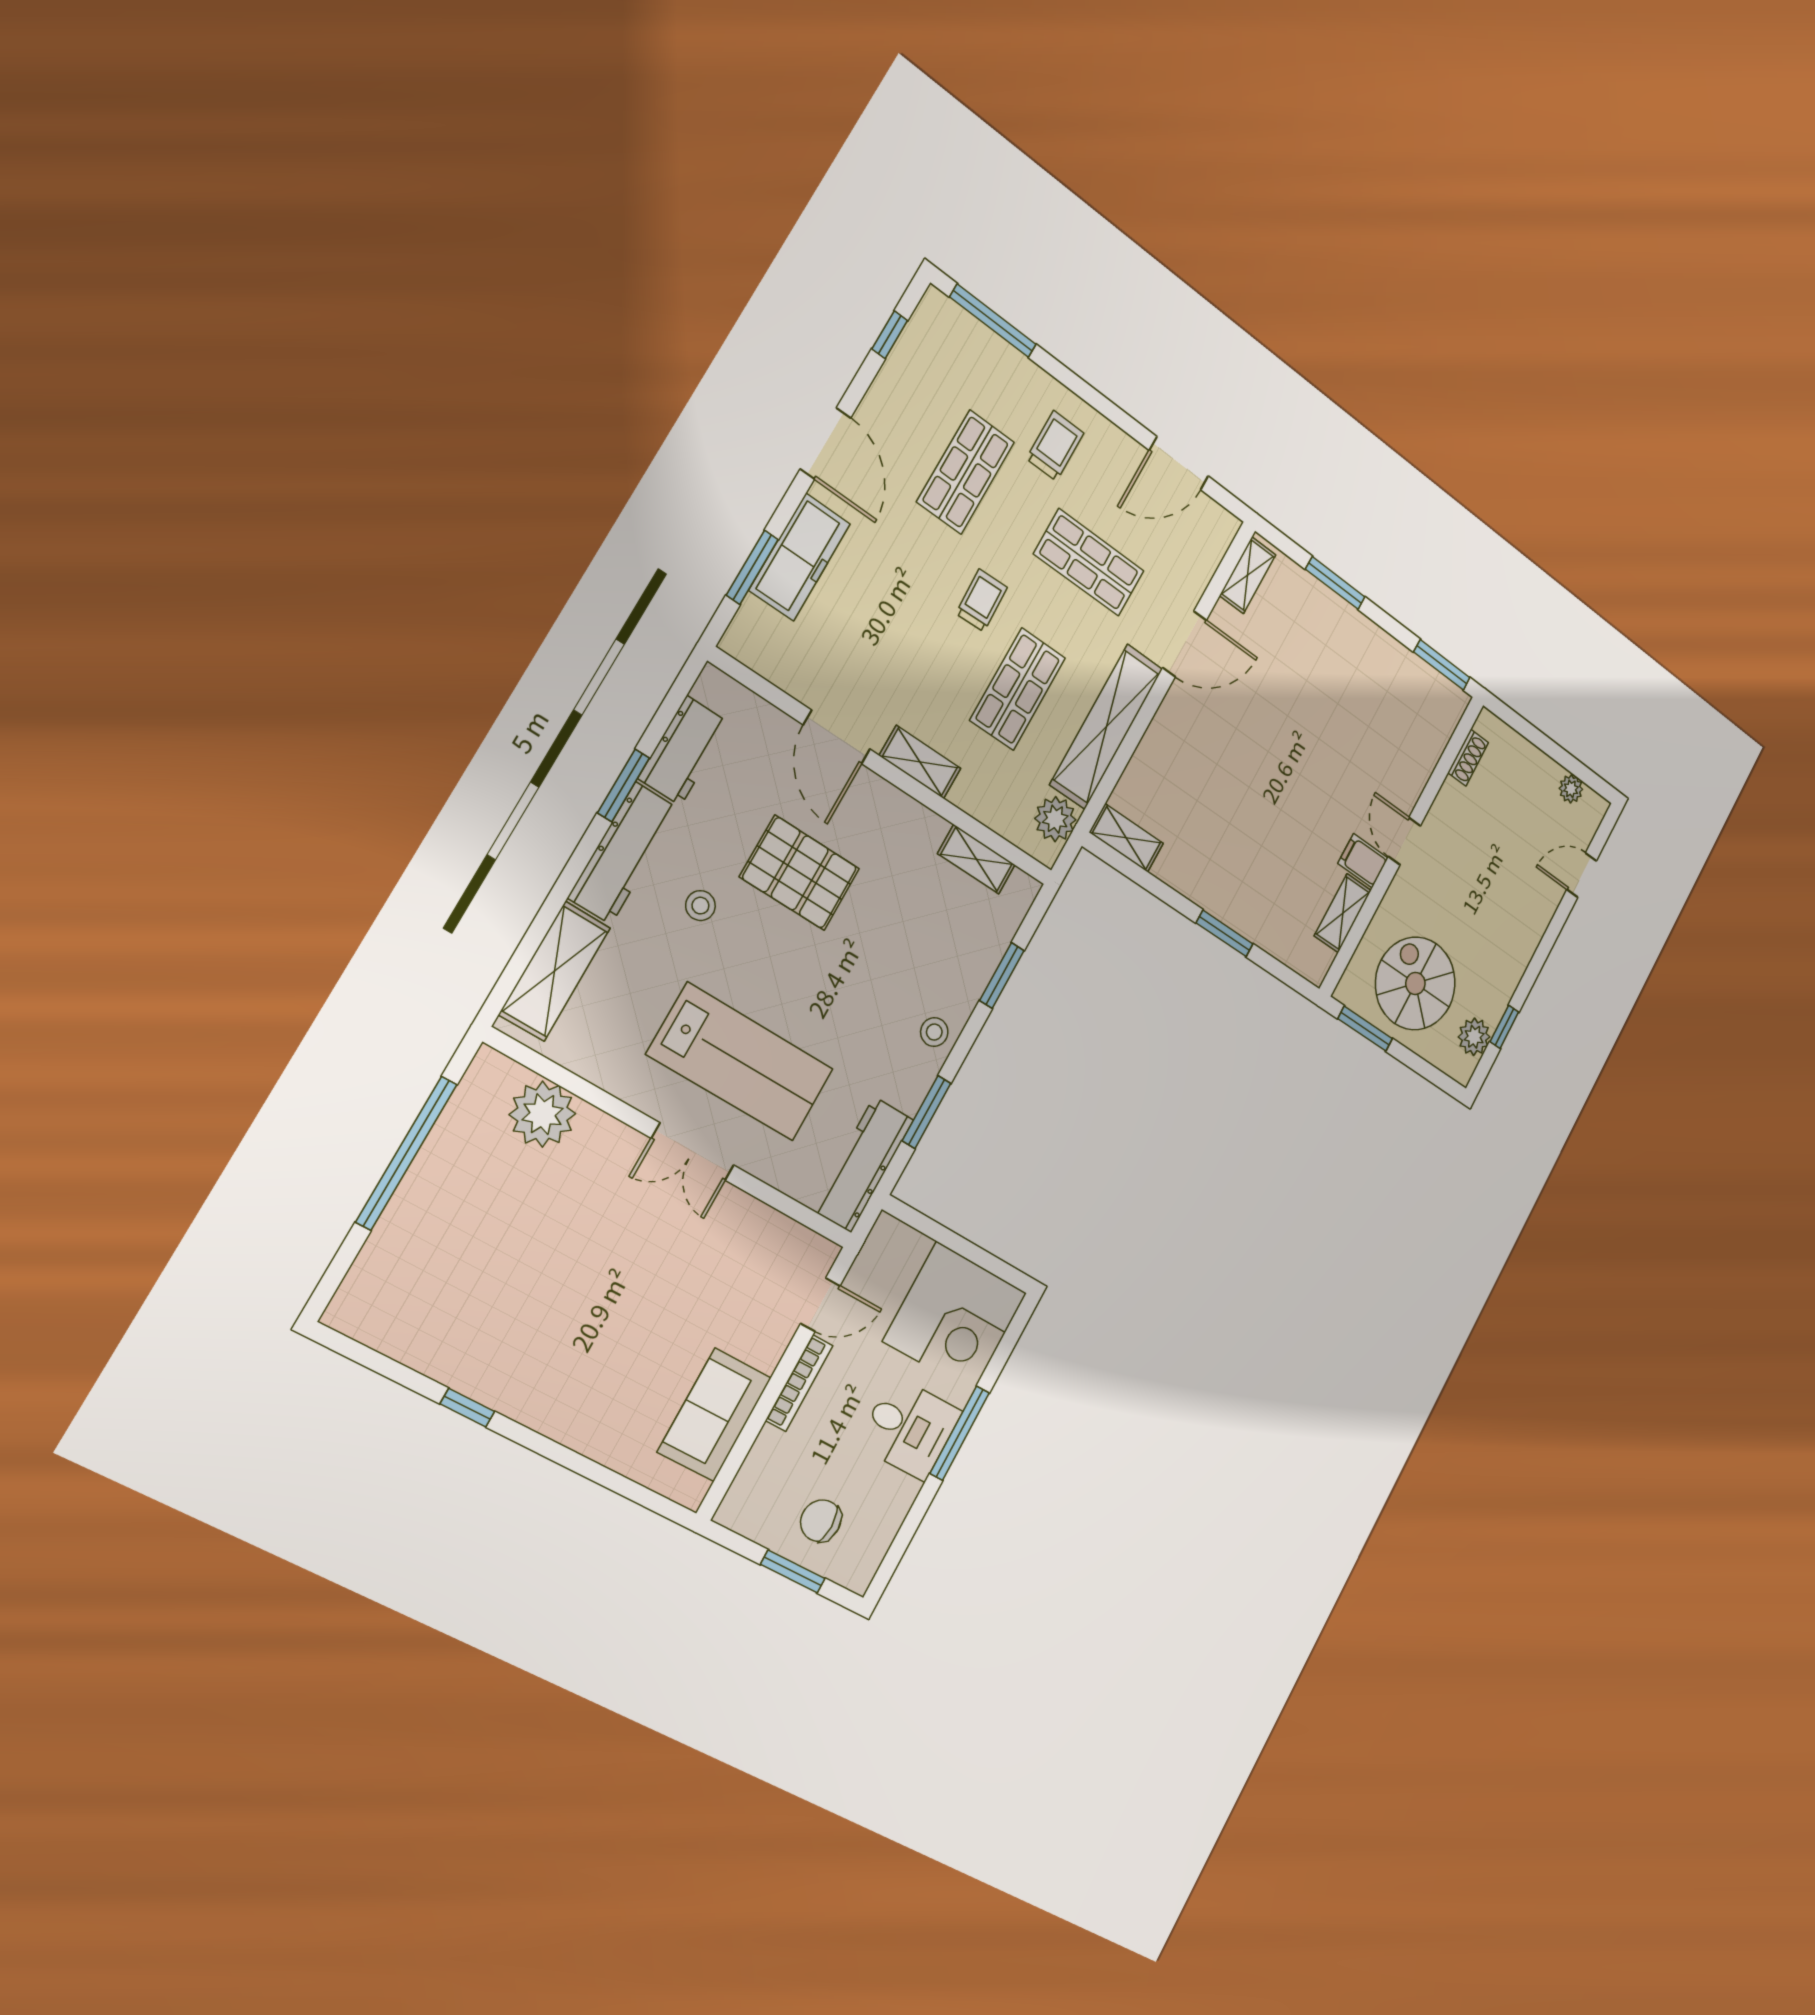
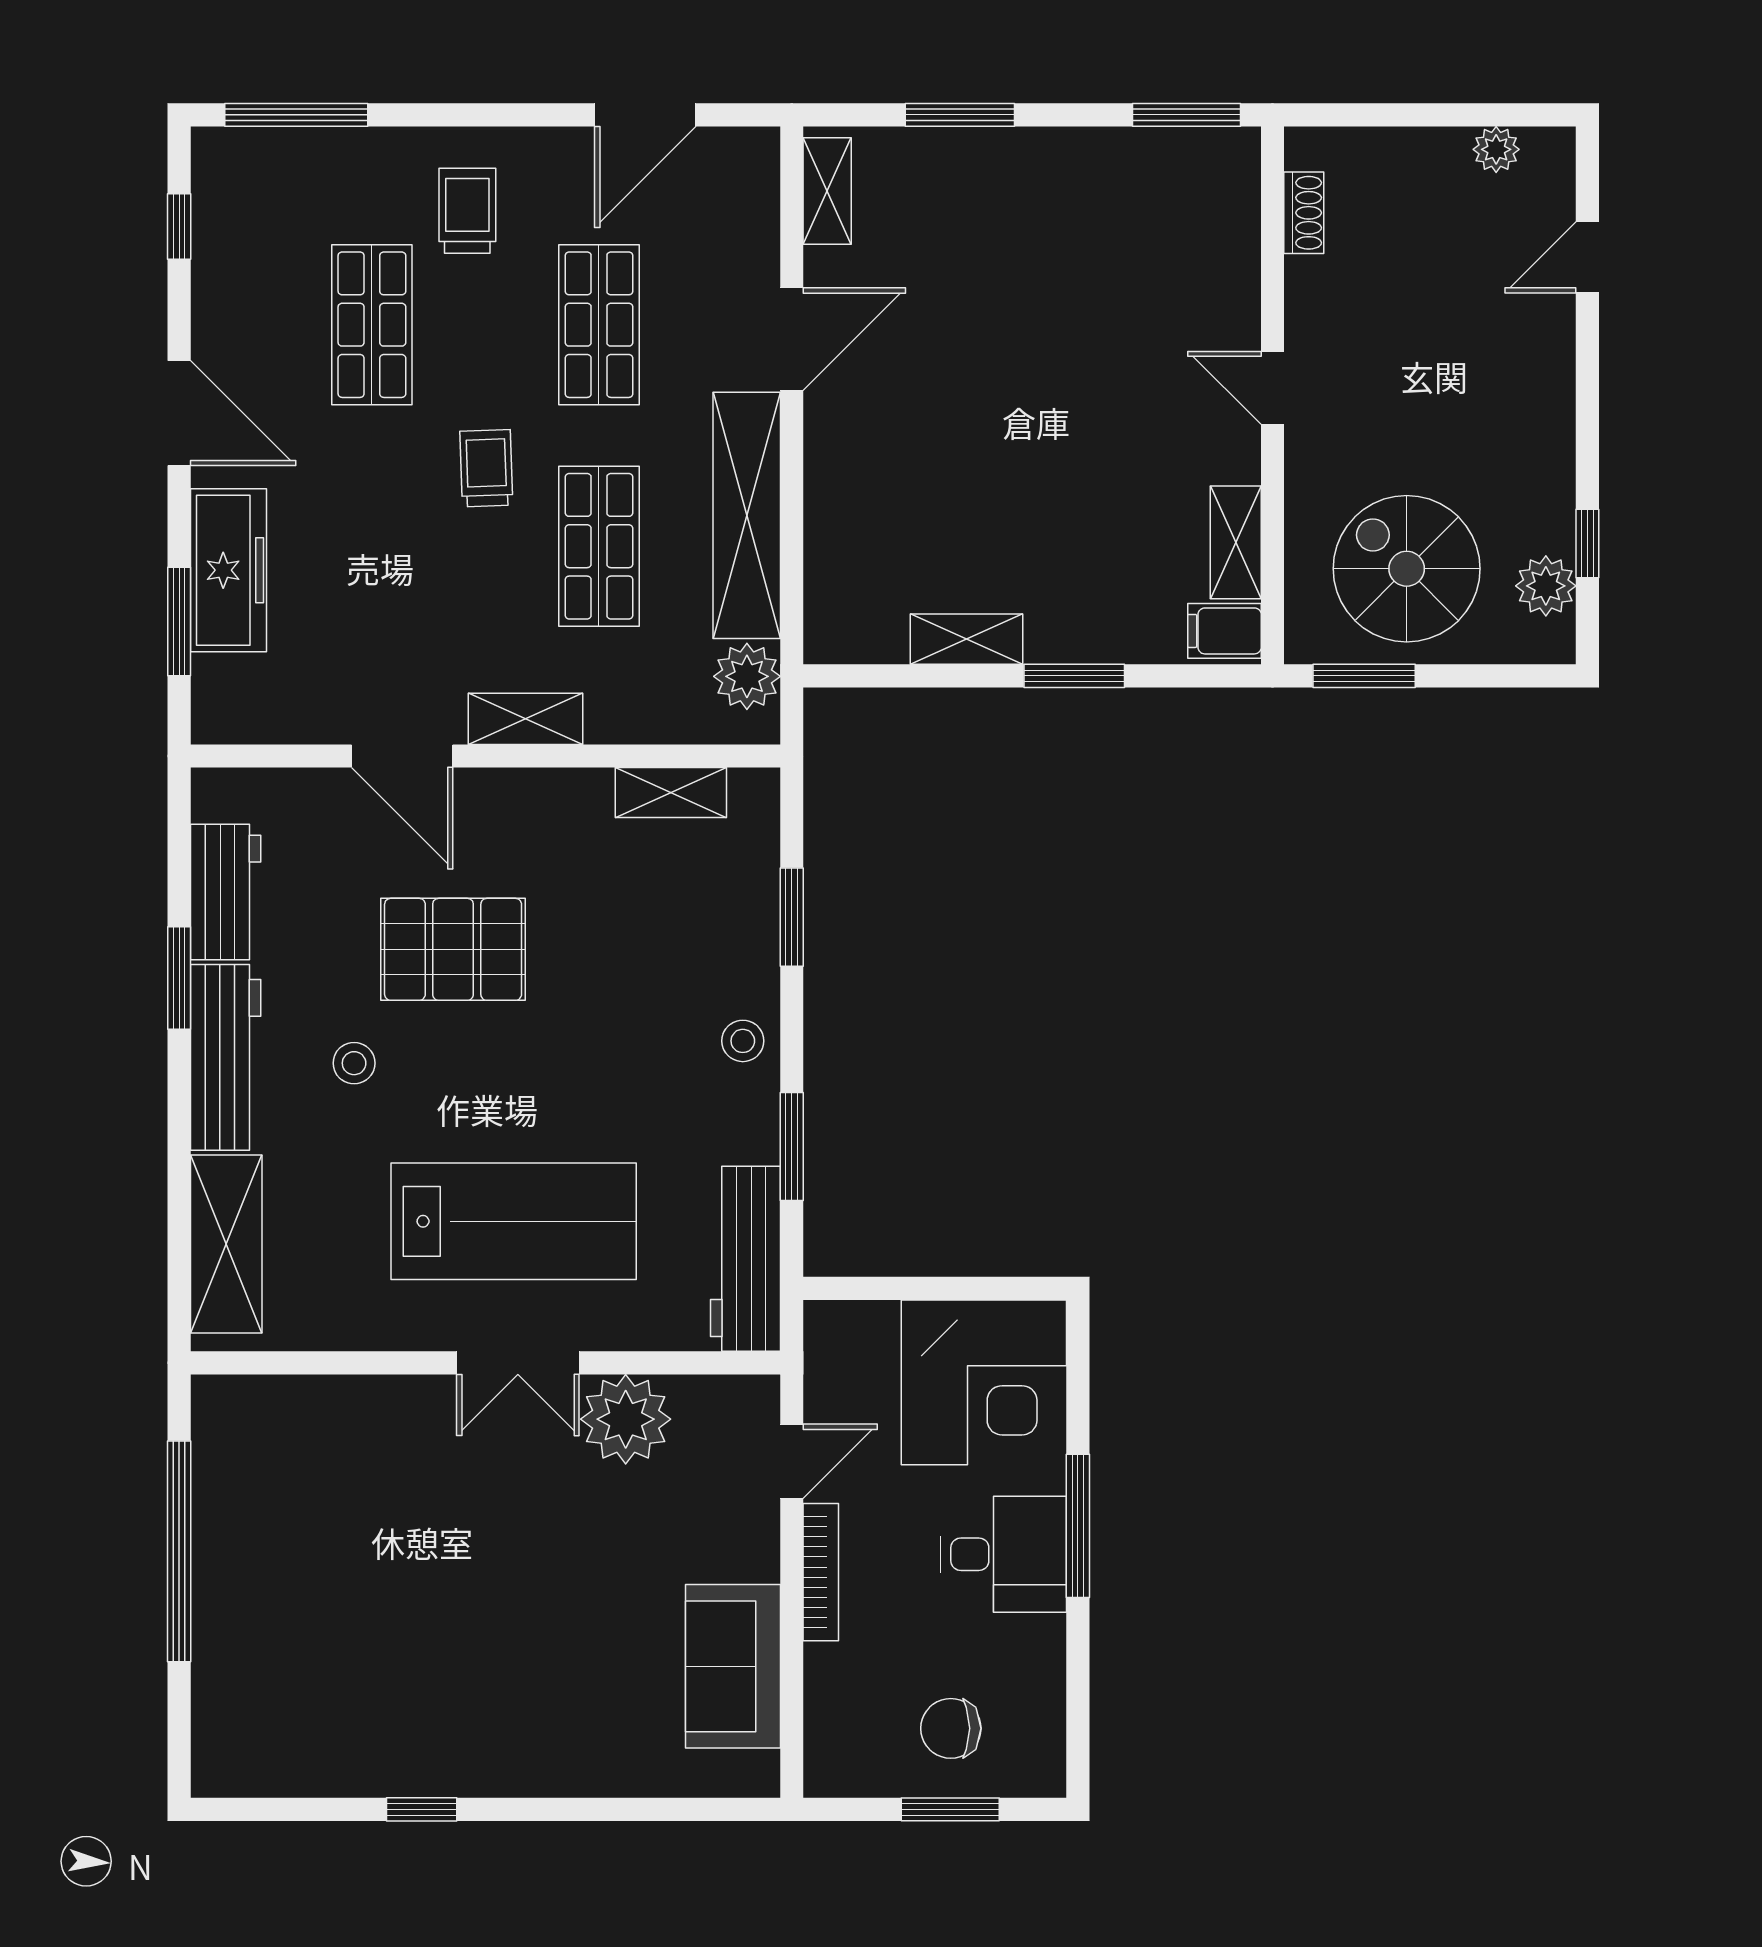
shop shelf: (1089, 562) -> (599, 325), turned 90
shelving: (1126, 838) -> (966, 639), moved
filing cabinet: (1363, 861) -> (1224, 631), moved
plant: (543, 1114) -> (626, 1419), moved

